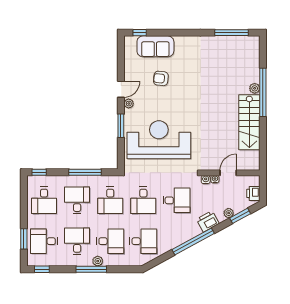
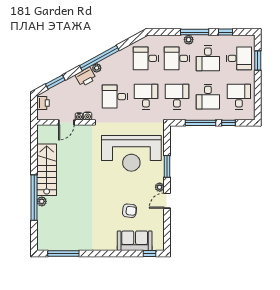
window: (39, 172) -> (228, 123), moved
plant: (229, 213) -> (97, 68), moved
window: (42, 269) -> (226, 32), moved

